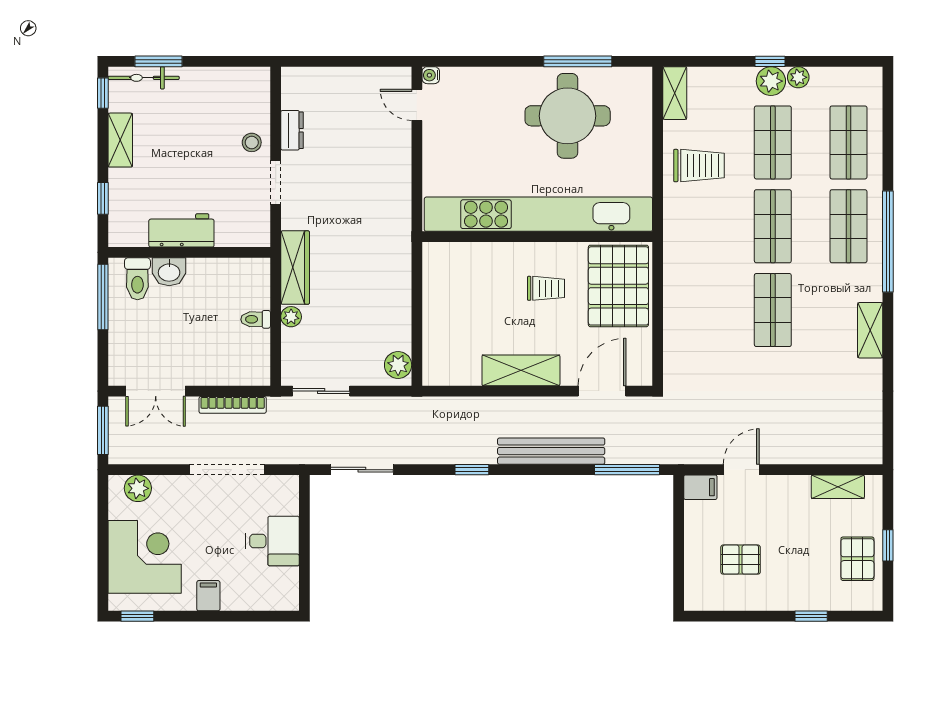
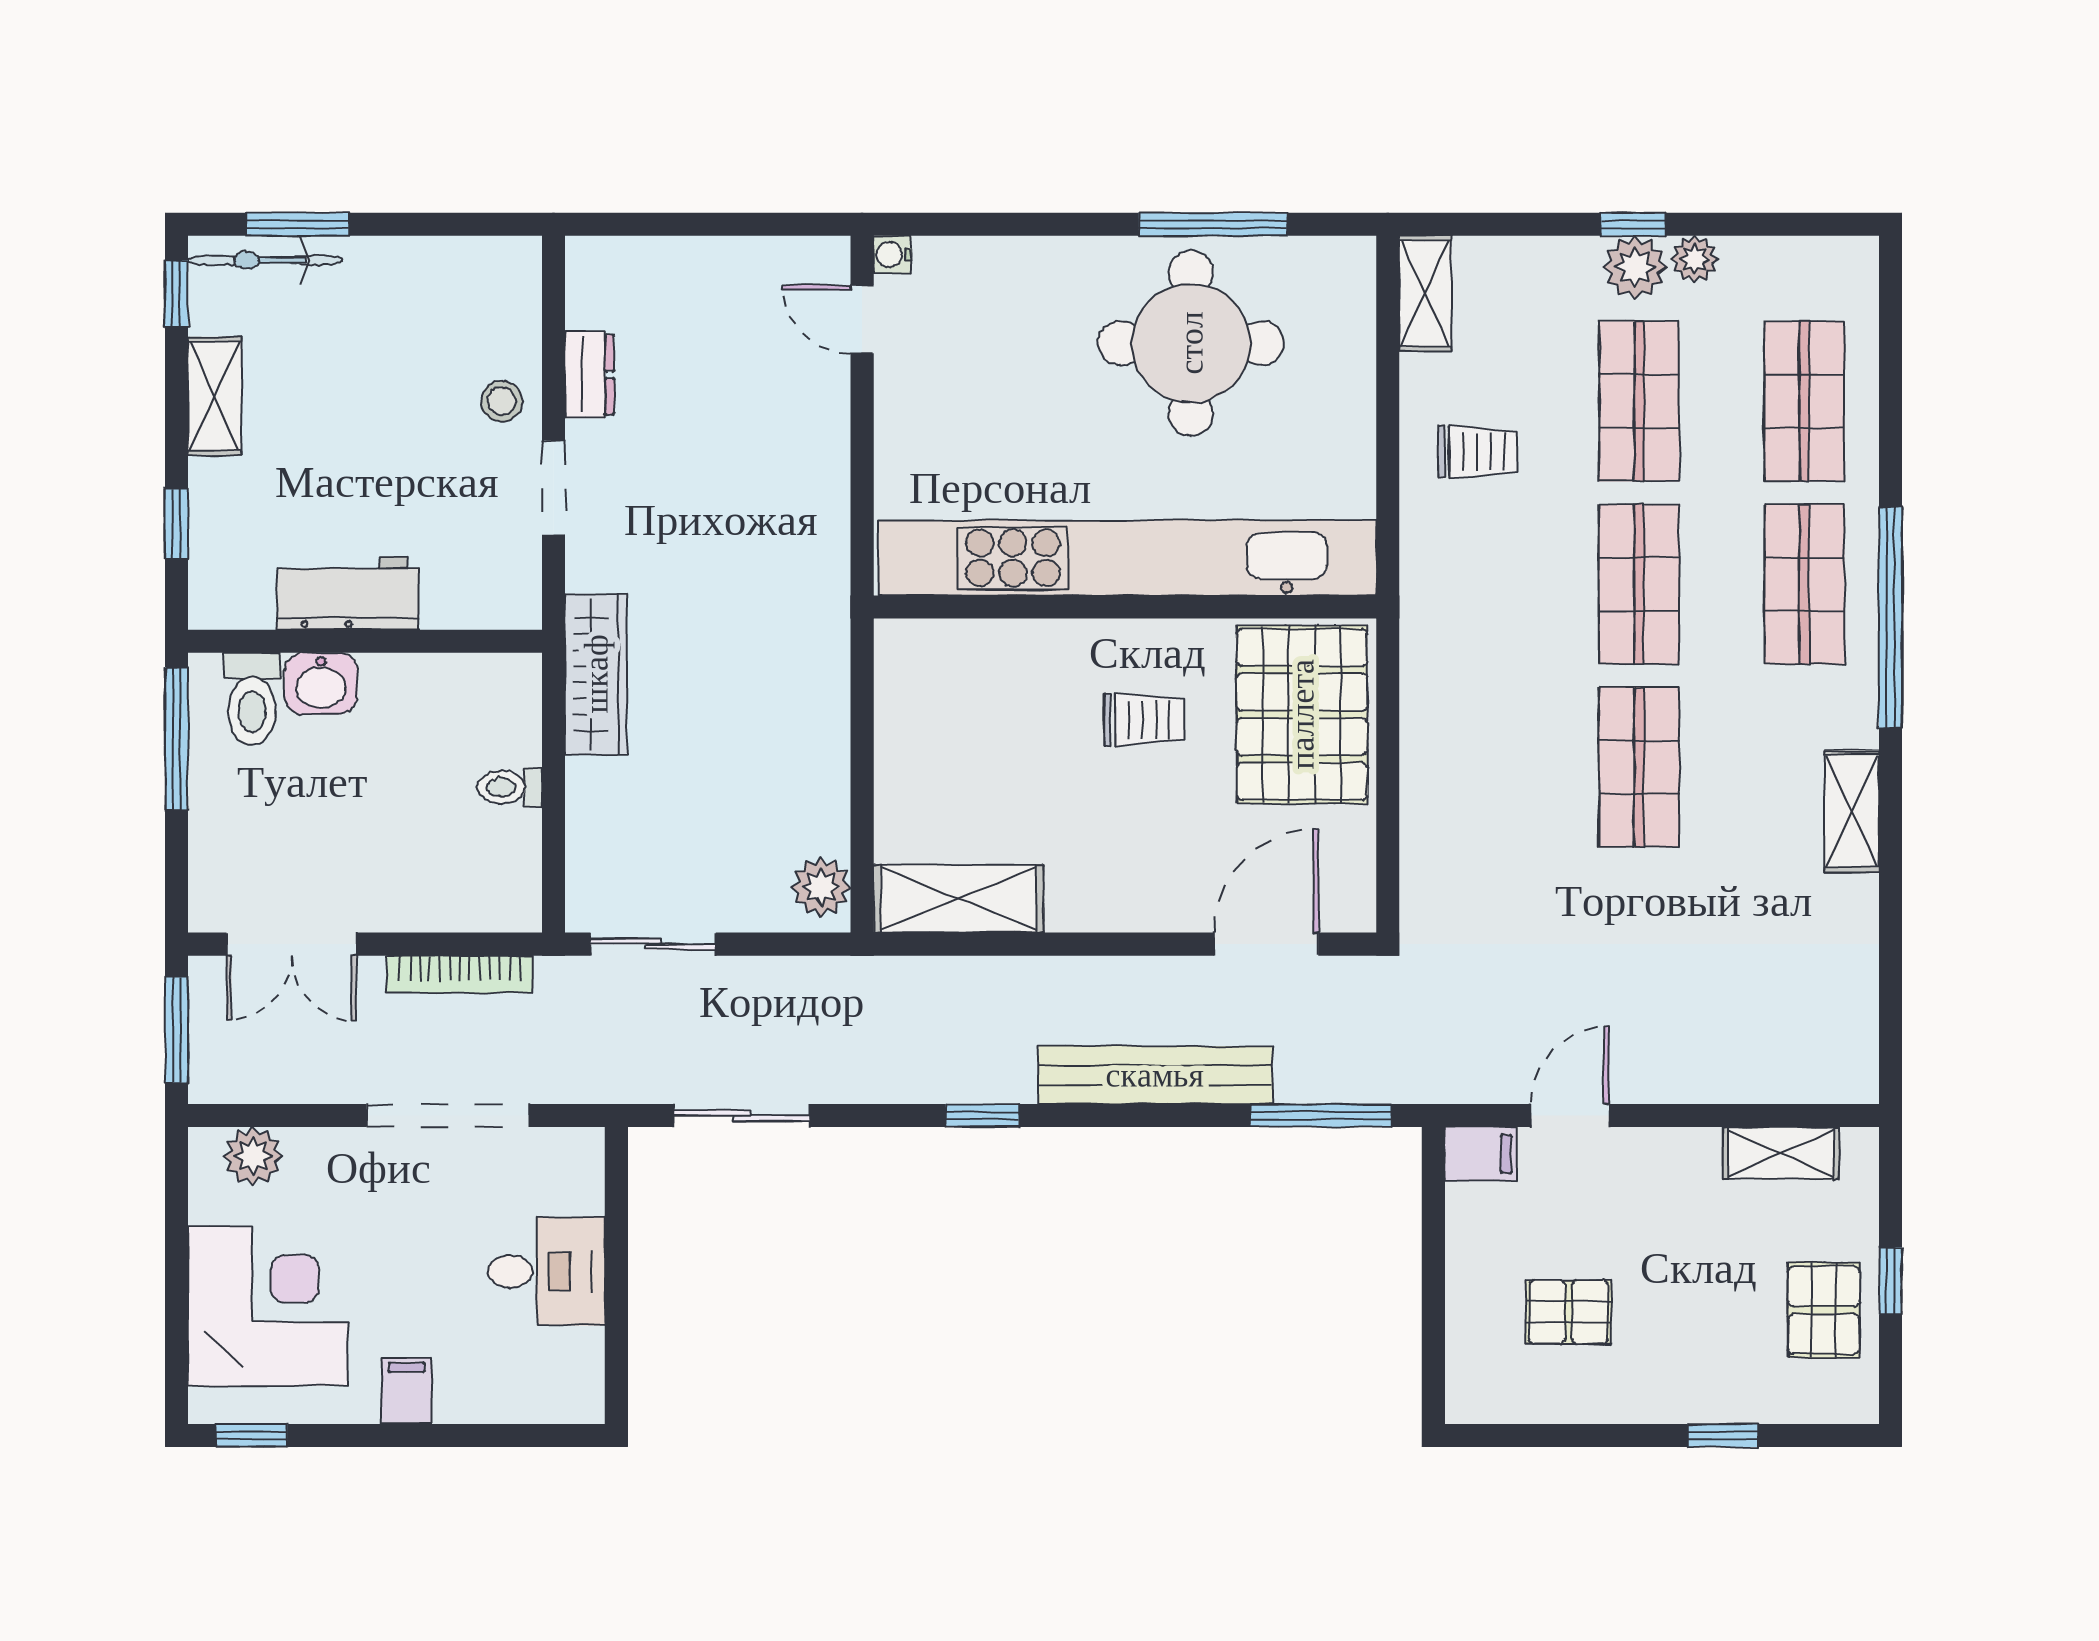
trolley: (699, 166) -> (1478, 452), width x0.73, depth x0.72
plant: (291, 317) -> (587, 782), removed
shelving: (521, 370) -> (958, 899), moved

